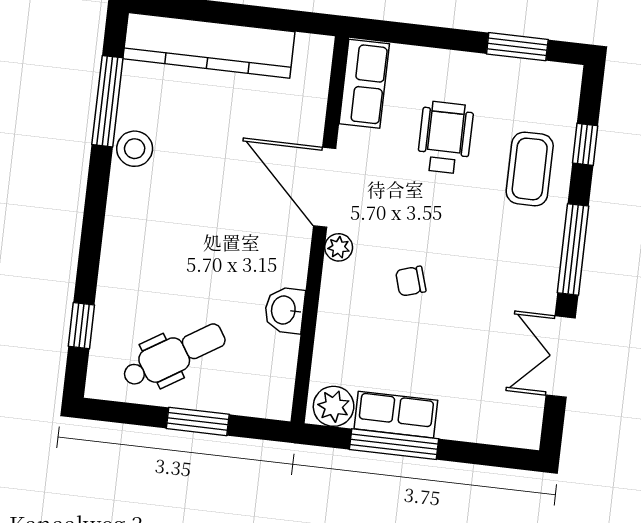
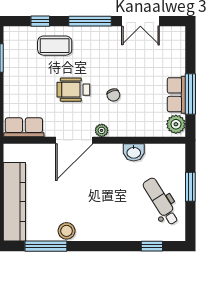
wheelchair: (445, 137) -> (73, 90), moved

